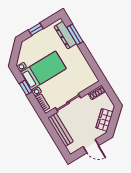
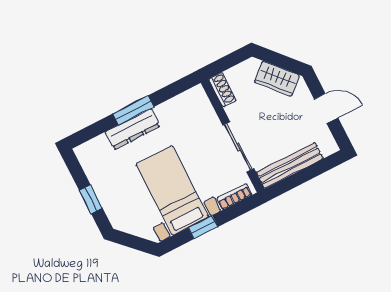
window: (75, 34) -> (133, 110), moved
dresser: (65, 35) -> (133, 129), moved
door: (91, 146) -> (326, 108), hinge flipped

